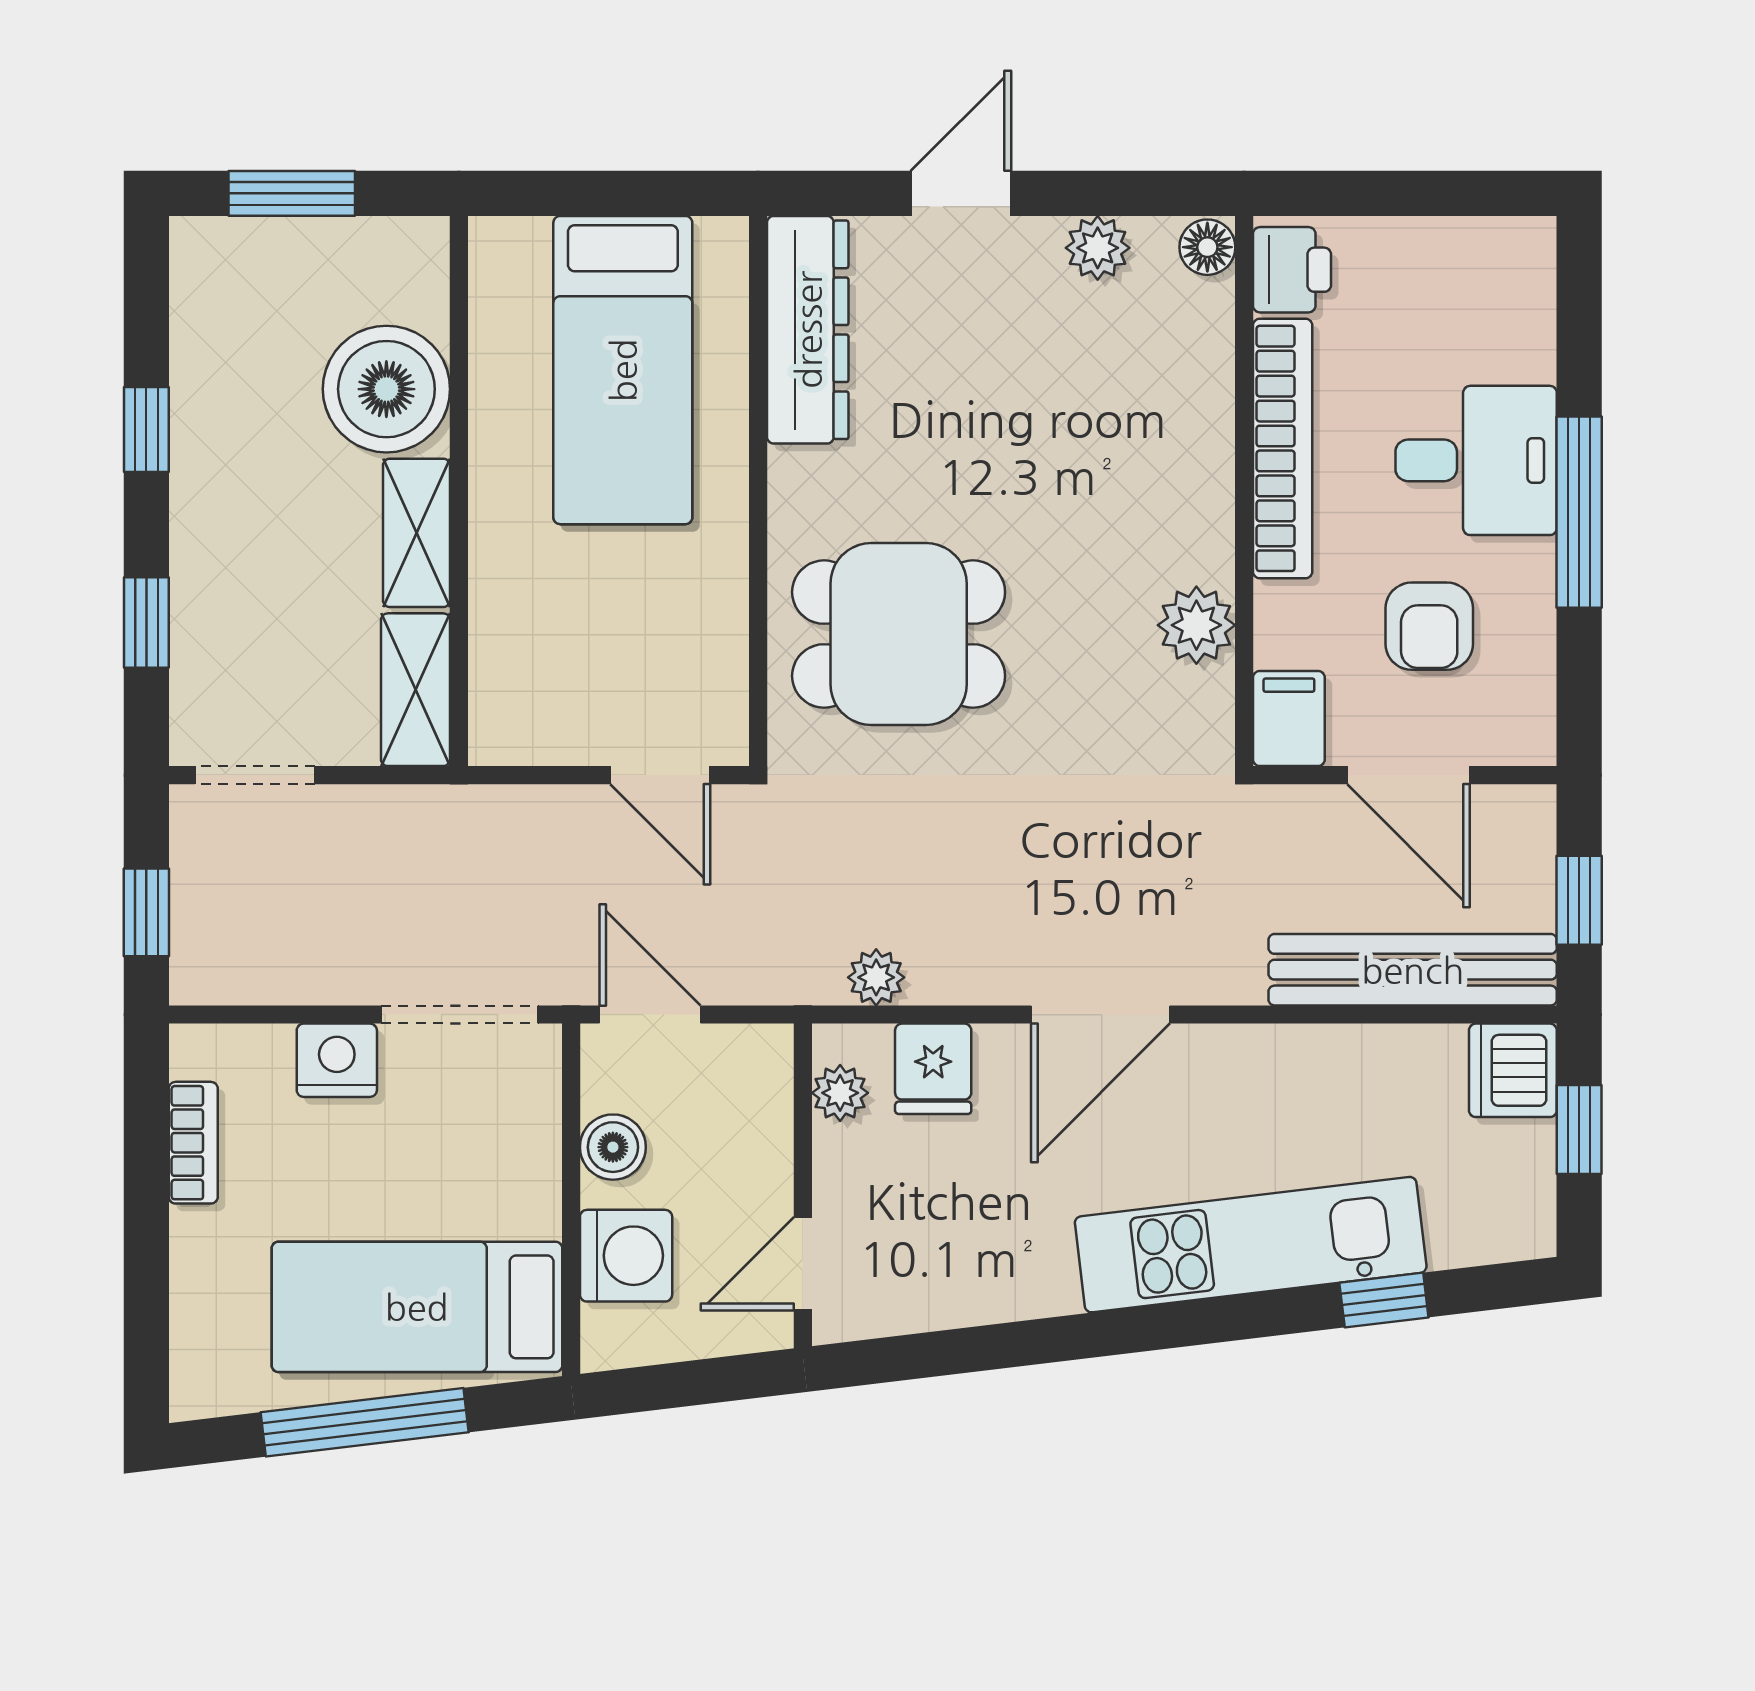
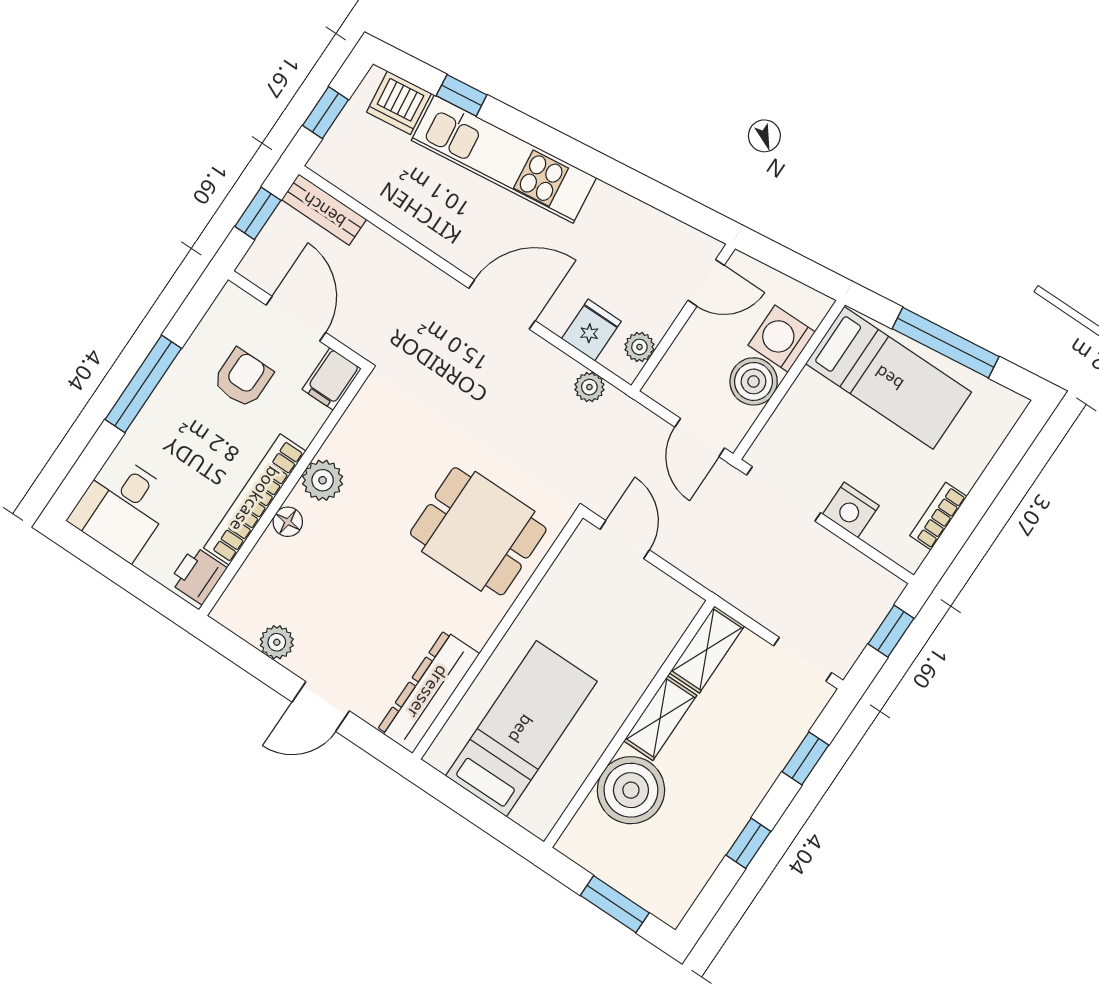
floor lamp: (1207, 247) -> (288, 522), moved
desk: (1476, 460) -> (122, 507), moved, turned -90
plant: (1196, 625) -> (323, 480), moved
bench: (1413, 970) -> (324, 210), width x0.54, depth x0.82
dishwasher: (1513, 1070) -> (399, 103), moved, turned 83
boiler: (613, 1147) -> (754, 381), width x1.36, depth x1.36

